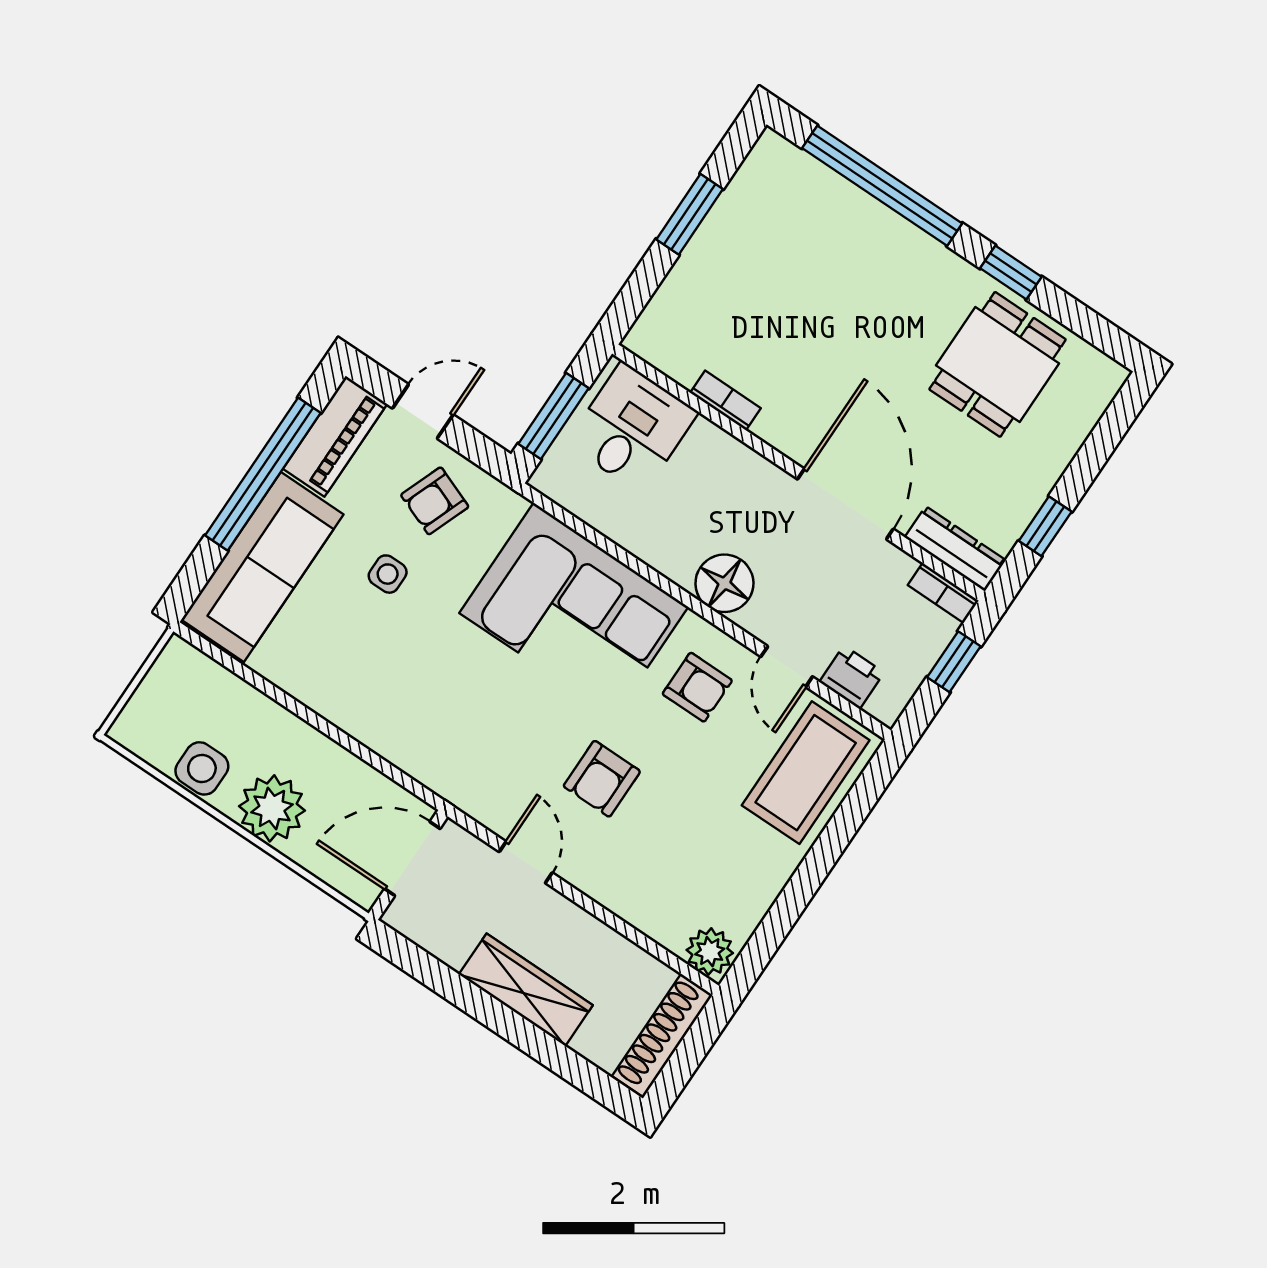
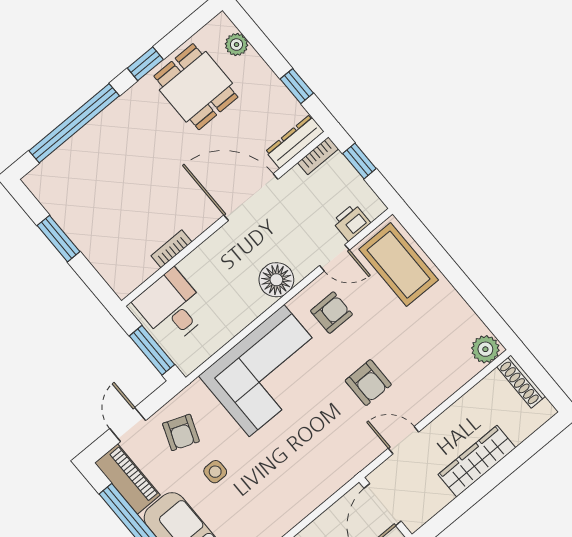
plant: (1084, 410) -> (237, 45), added
shoe rack: (662, 1036) -> (521, 382), width x0.74, depth x0.81

